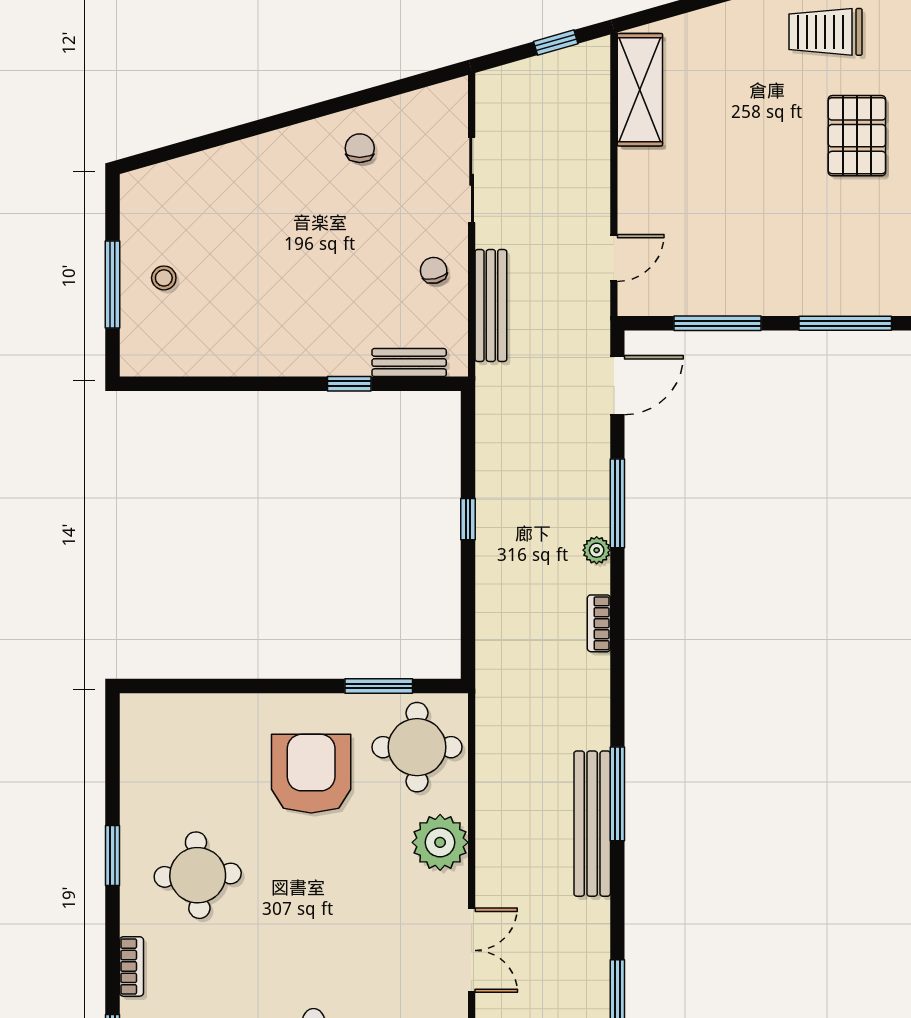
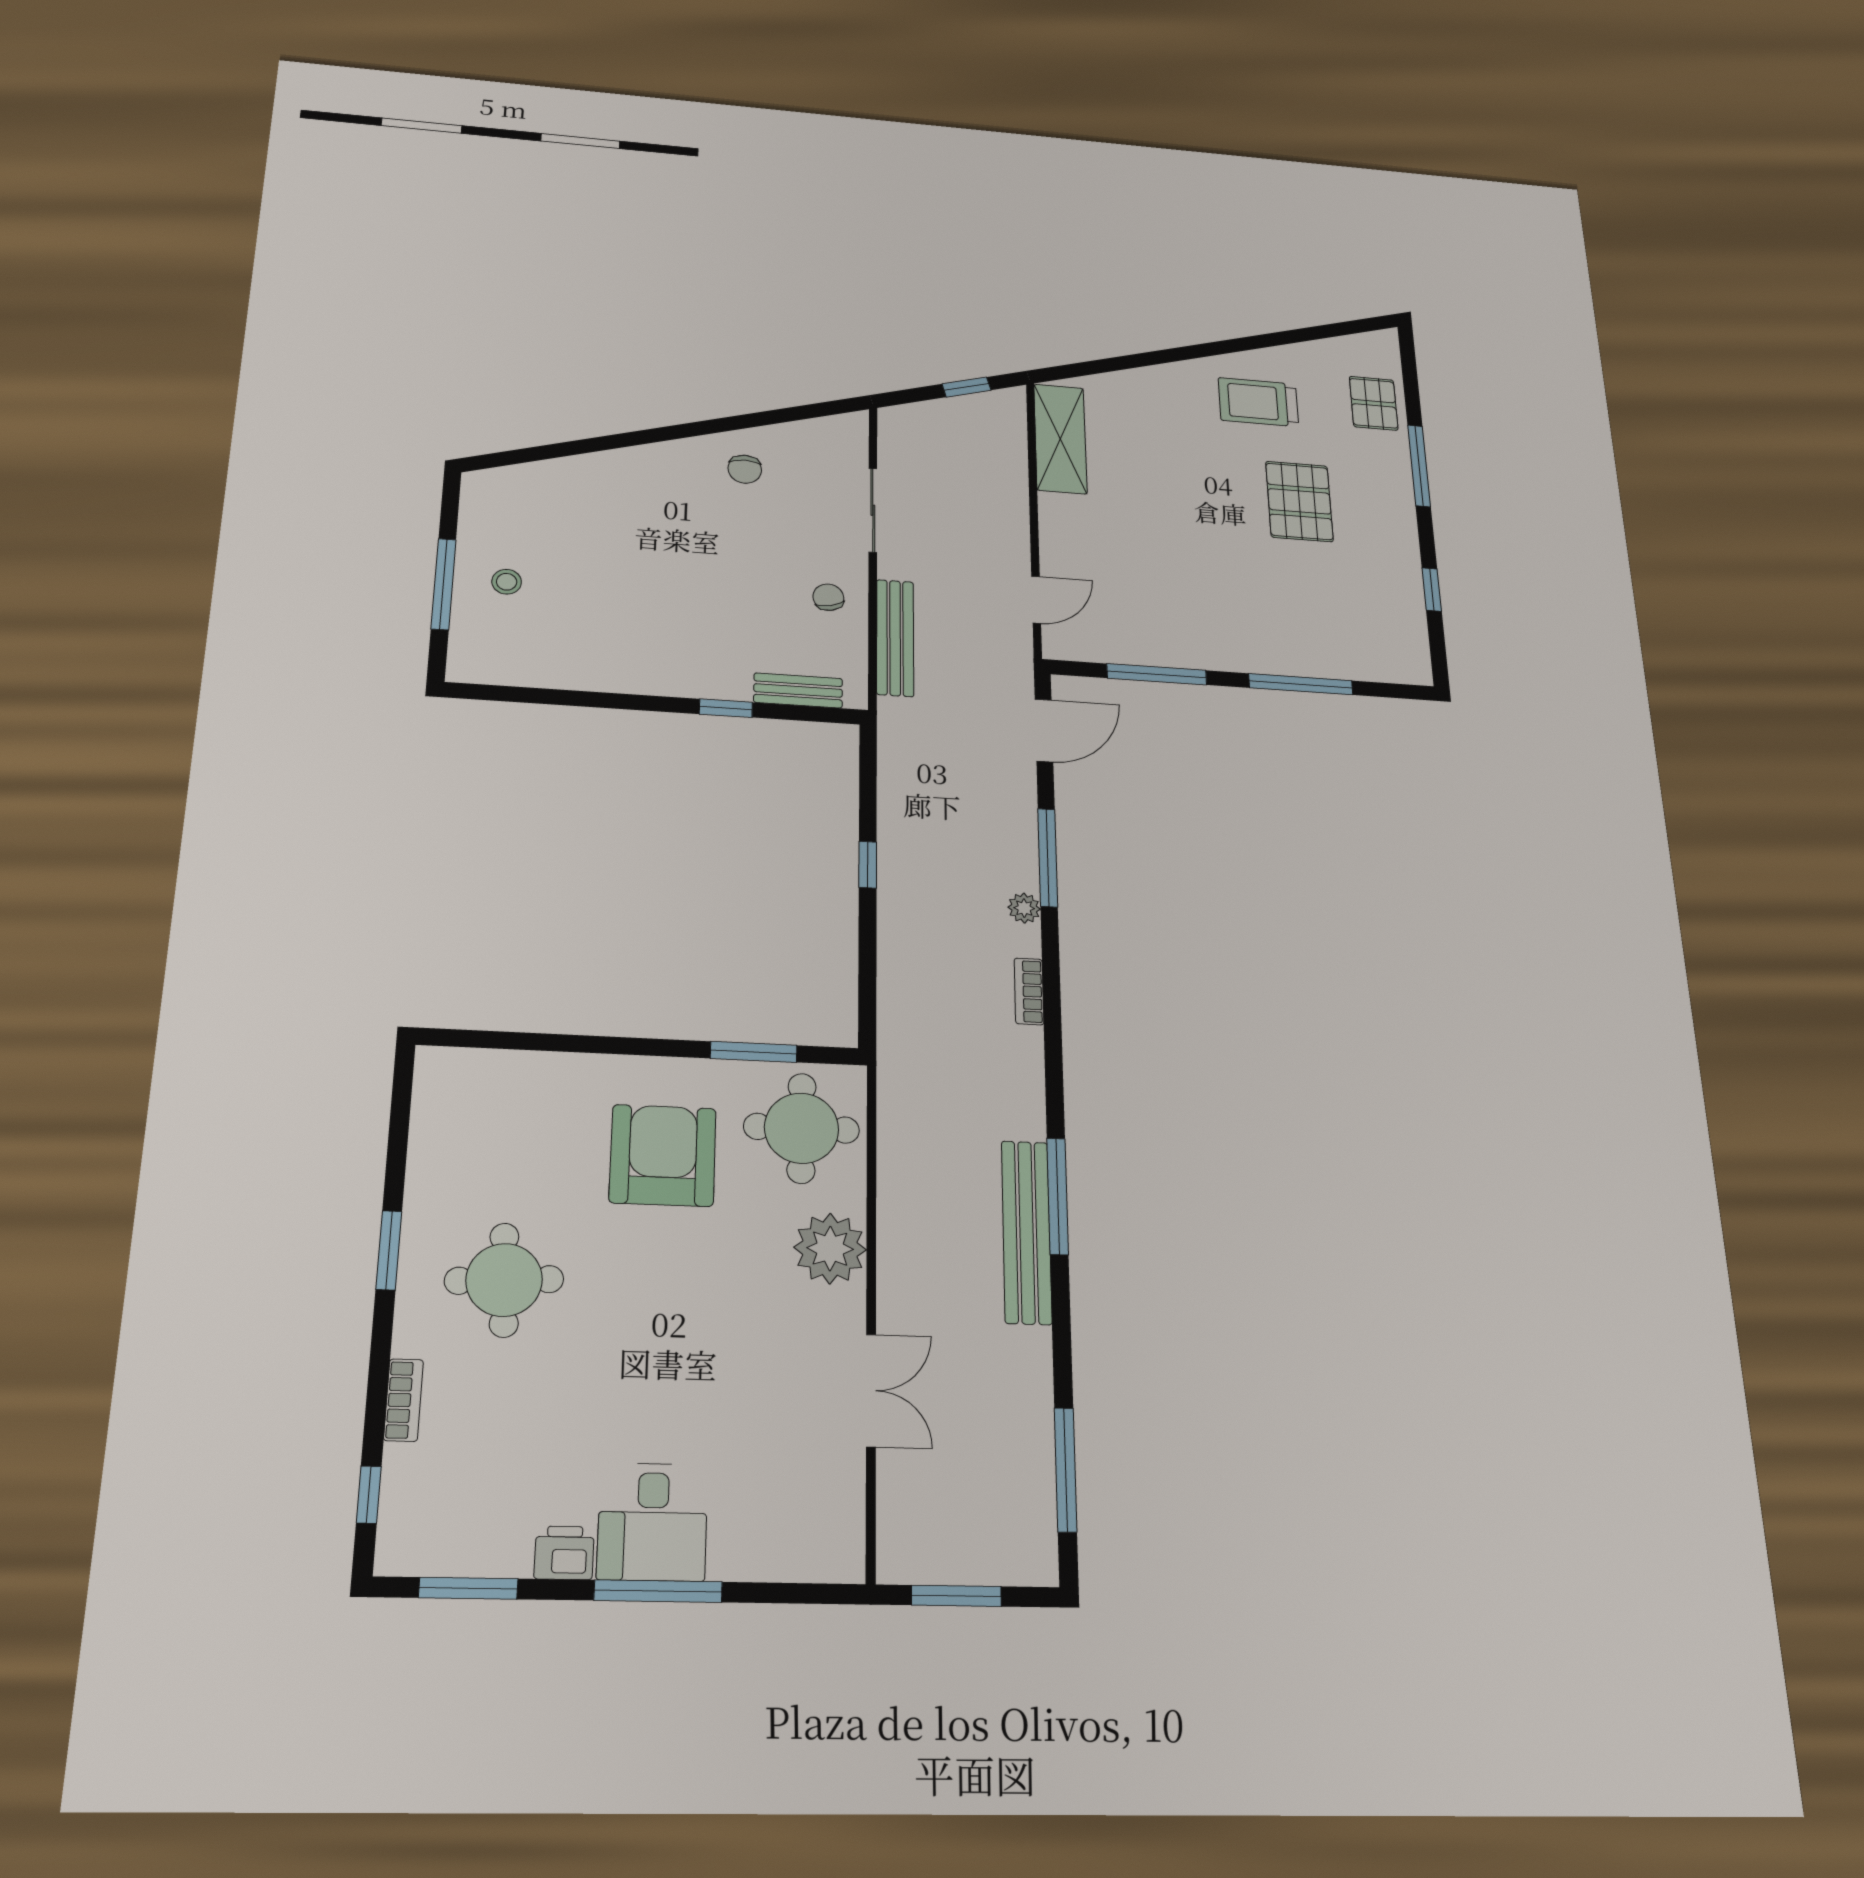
chair: (360, 148) -> (745, 469), turned 180

